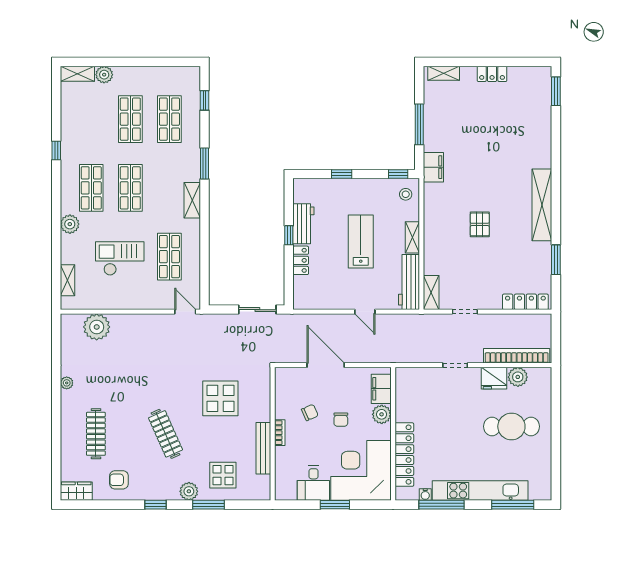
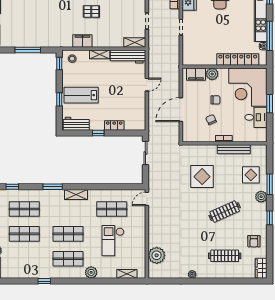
filing cabinet: (433, 167) -> (82, 41), moved
workbench: (303, 224) -> (76, 124), moved
lab bench: (361, 242) -> (81, 95), moved

